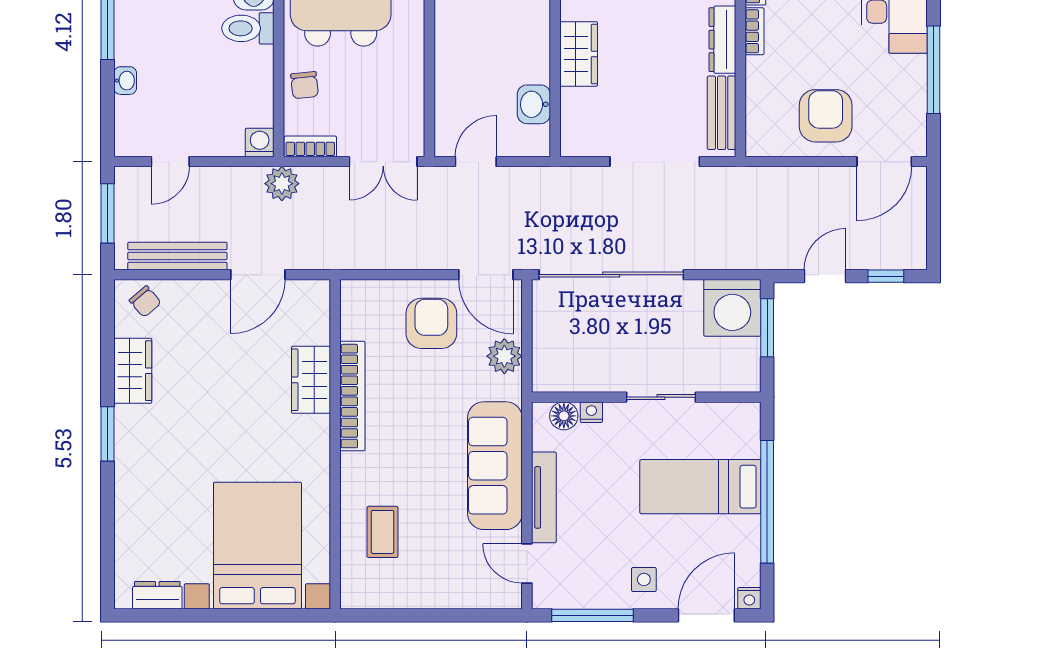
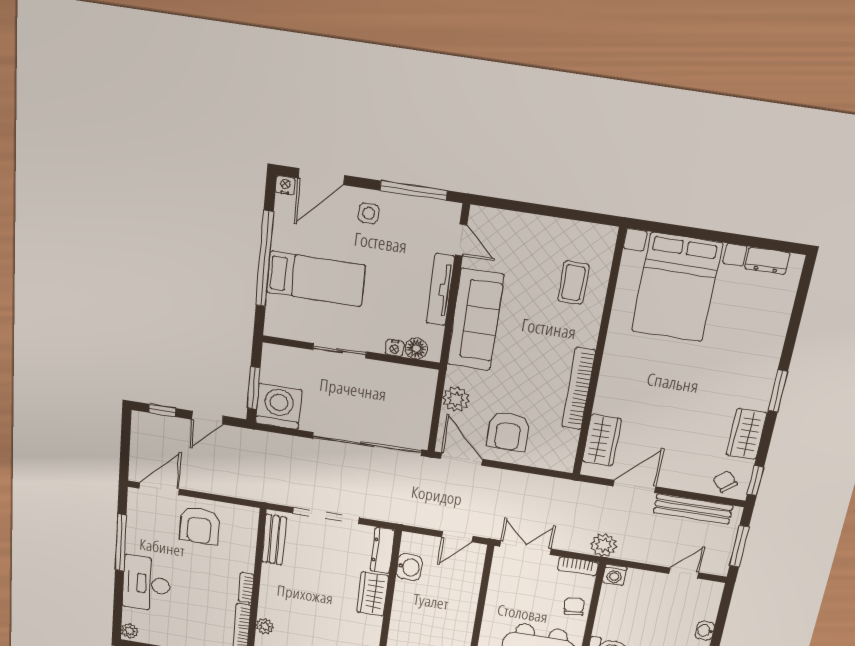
dresser: (722, 40) -> (382, 551), moved, turned 180
window: (107, 309) -> (755, 481), added
wardrobe: (311, 380) -> (602, 440), moved

